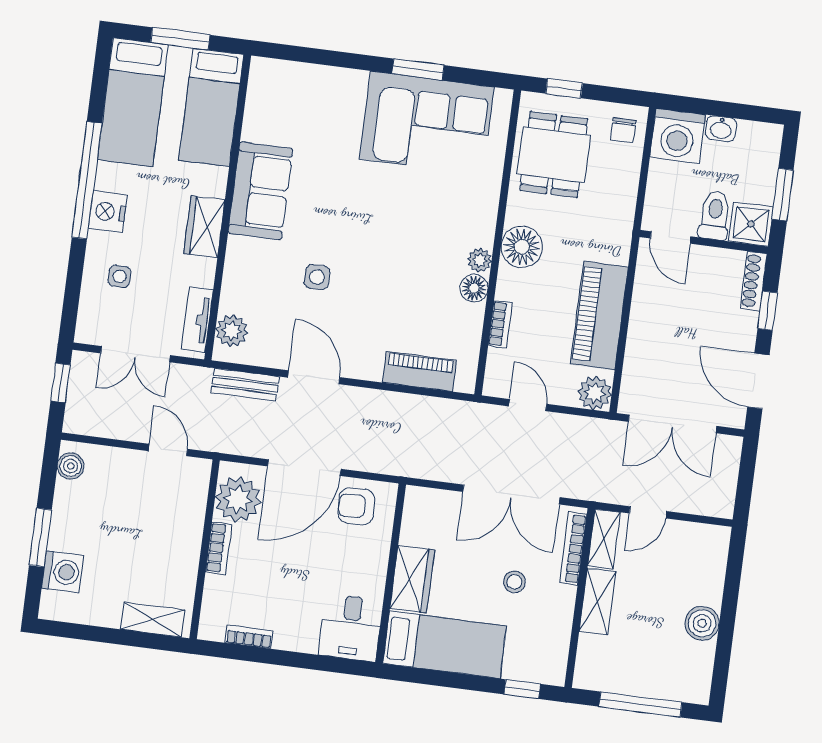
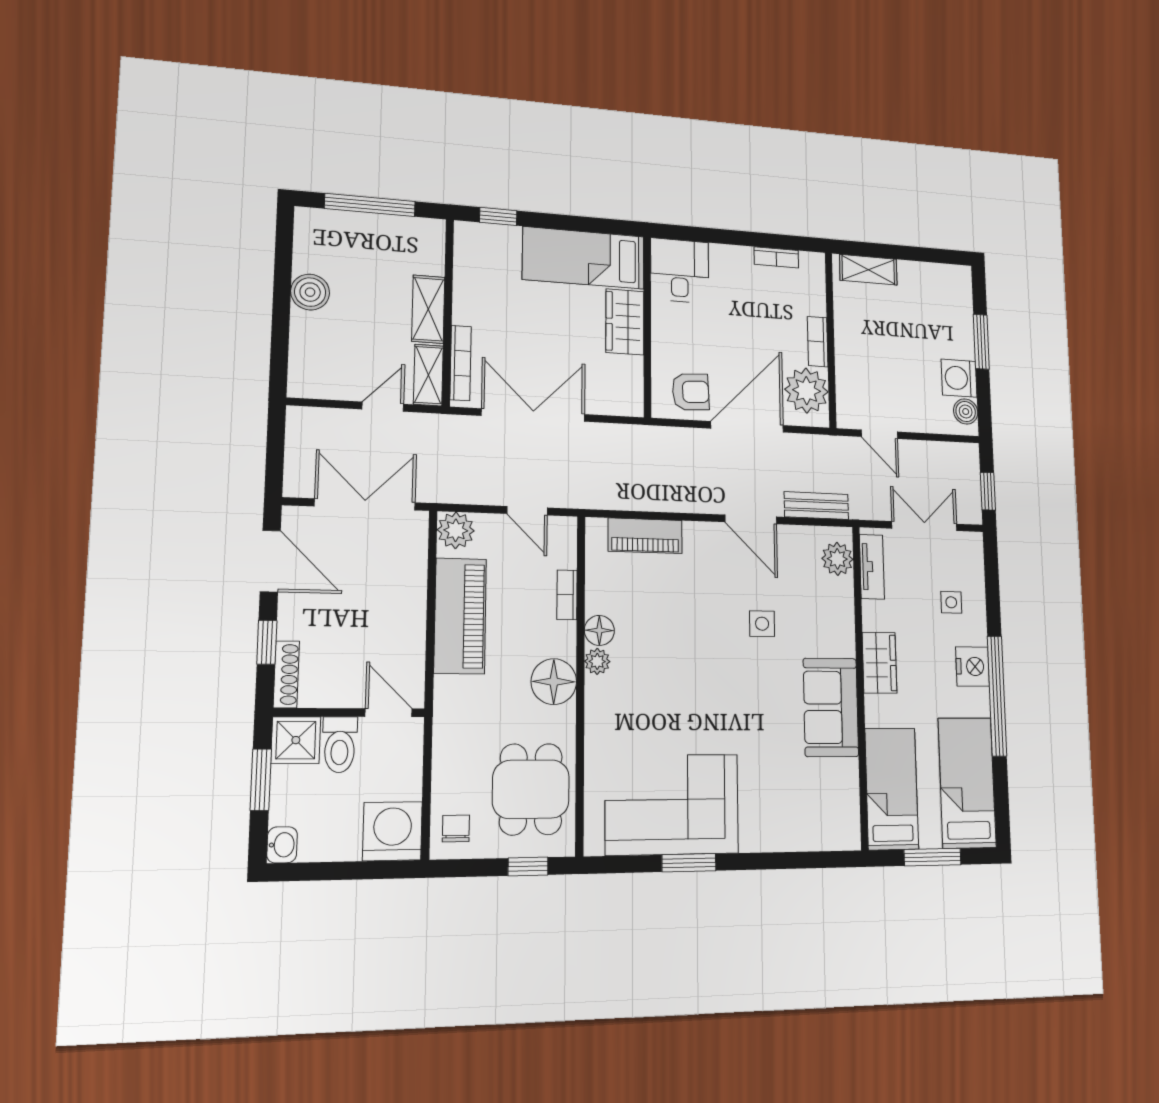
washbasin: (721, 129) -> (282, 845), moved, turned 90
washing machine: (63, 572) -> (959, 378), moved
stool: (514, 582) -> (519, 325), removed

